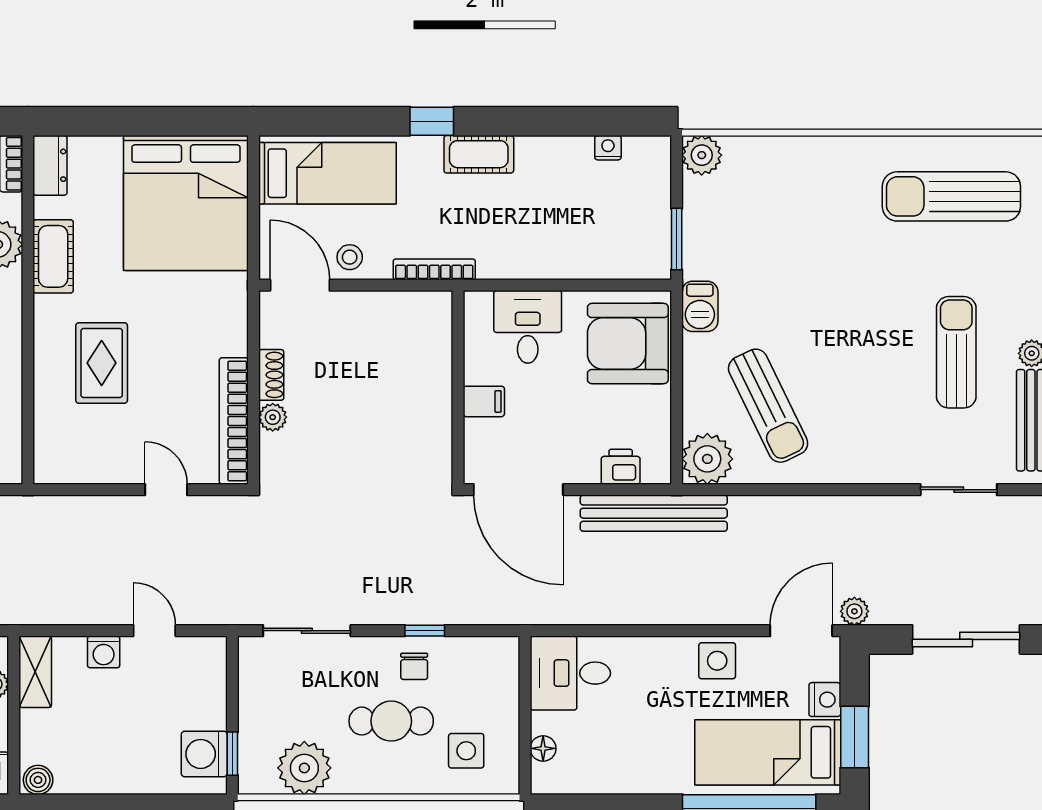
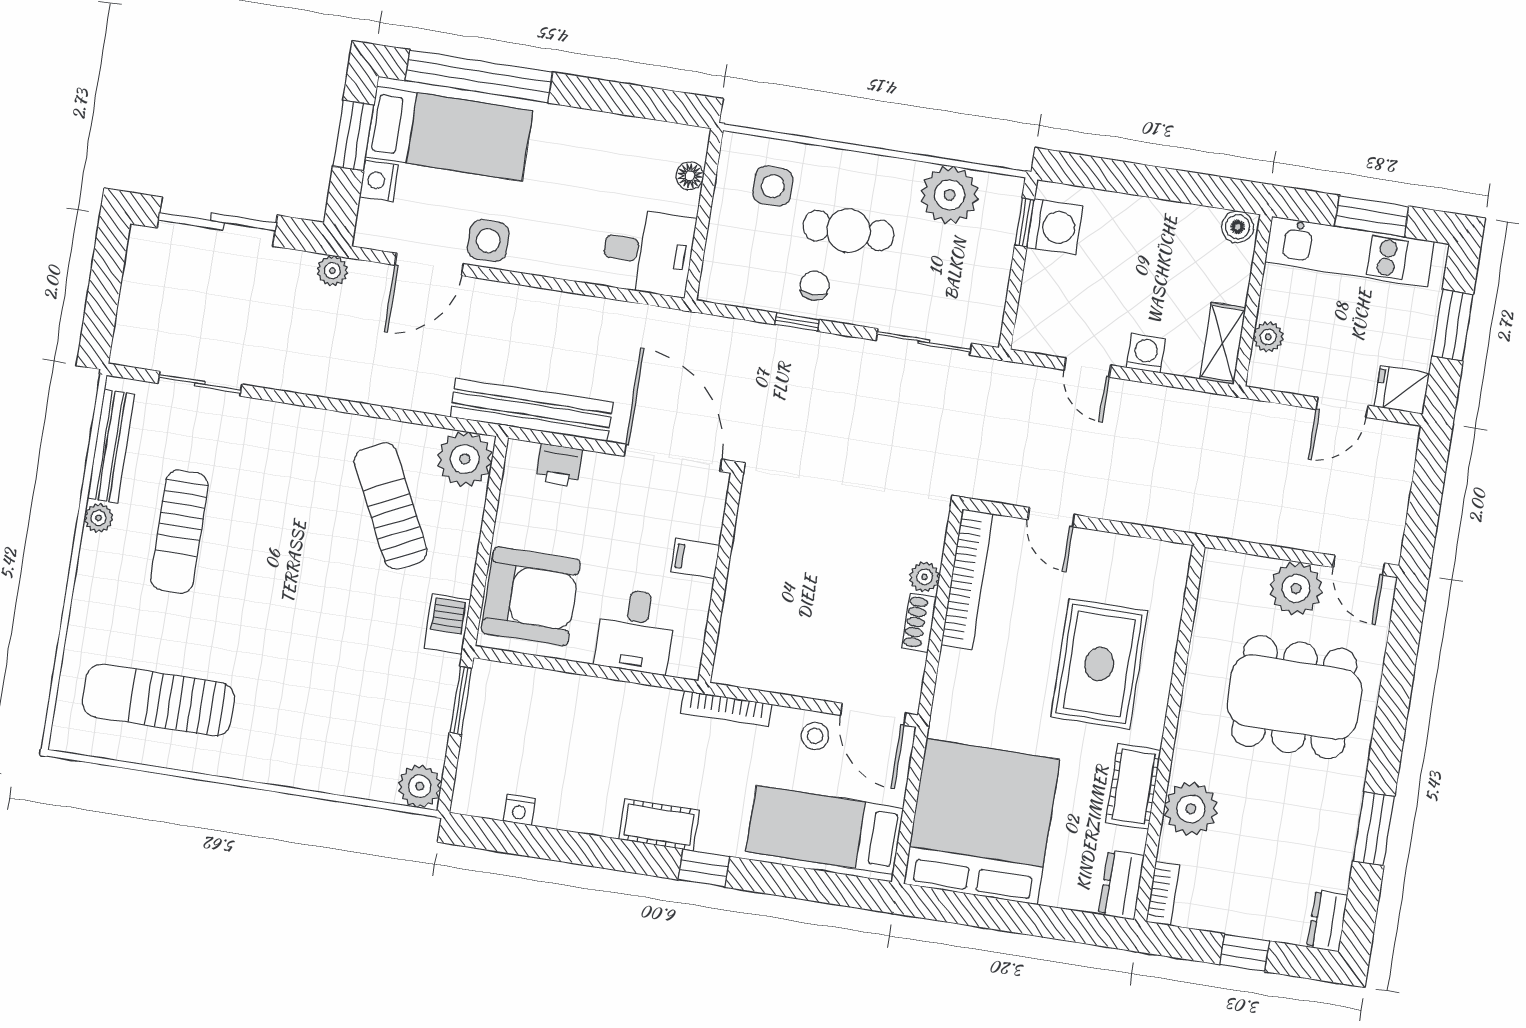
sun lounger: (951, 196) -> (158, 700), turned 180
rug: (102, 363) -> (1099, 664), width x1.36, depth x1.43
door: (801, 631) -> (429, 264), moved

